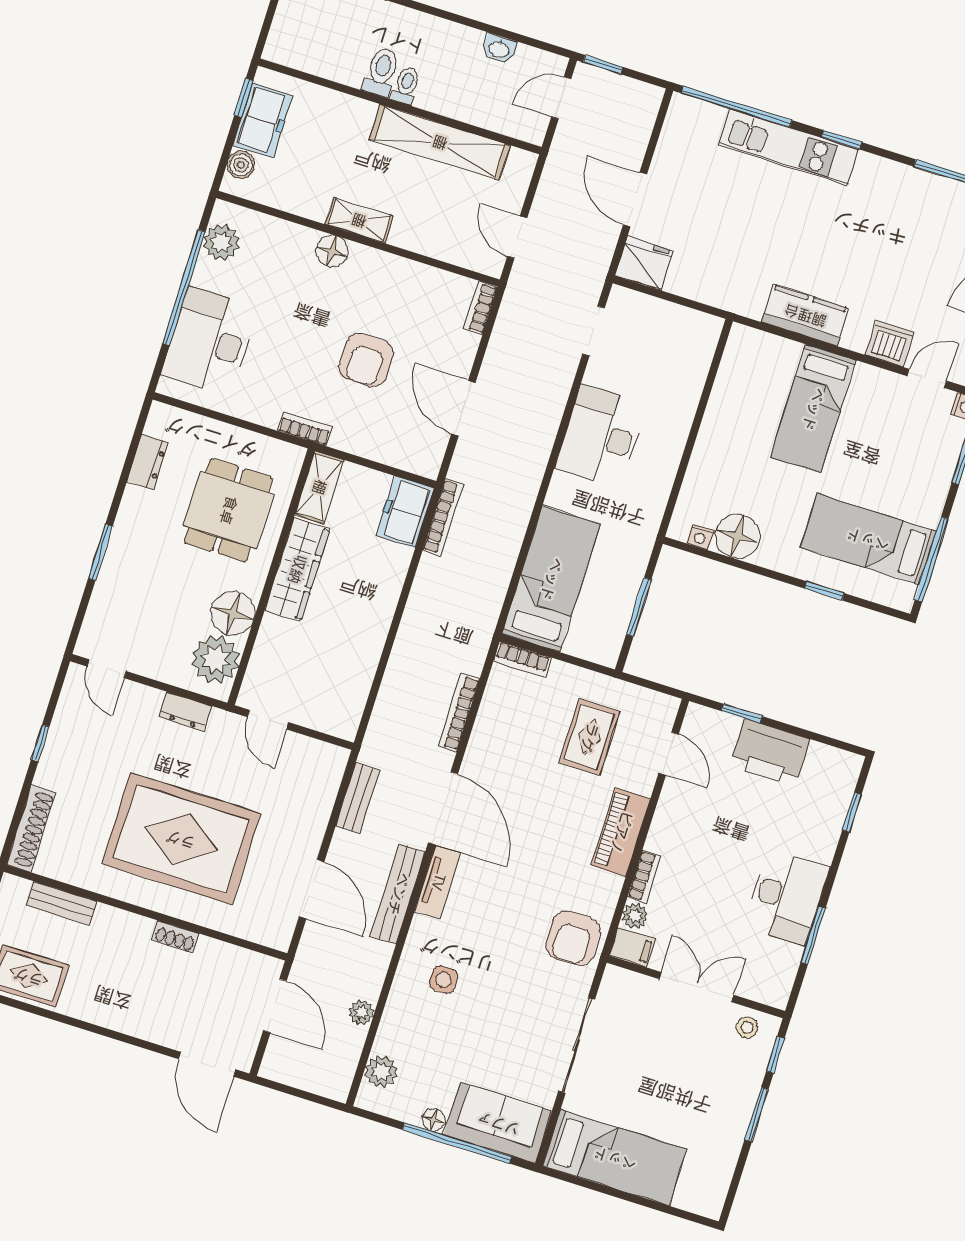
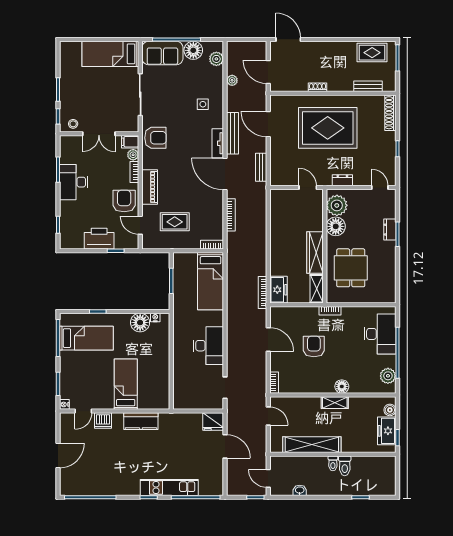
door: (561, 98) -> (268, 478), swing flipped
dresser: (148, 462) -> (390, 230), moved
rug: (589, 737) -> (175, 222), turned 90
armchair: (688, 819) -> (124, 201), added
armchair: (573, 938) -> (155, 138), turned 90
floor lamp: (434, 1120) -> (193, 50), width x1.89, depth x1.89

